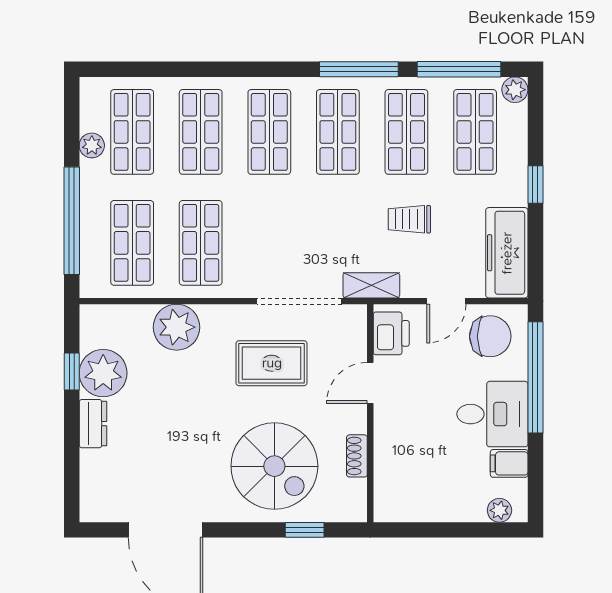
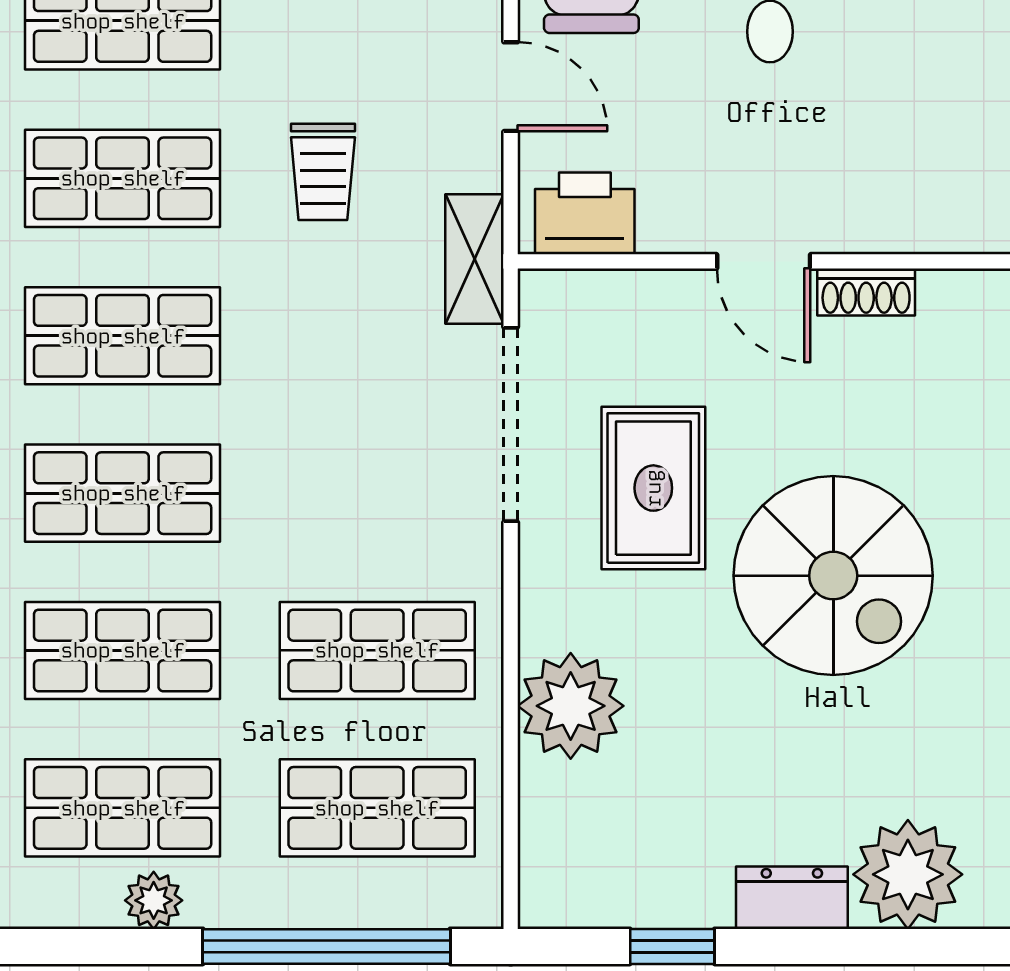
plant: (103, 373) -> (908, 874), moved
door: (370, 383) -> (764, 261), moved
spiral stairs: (274, 466) -> (833, 576), moved, turned 90

